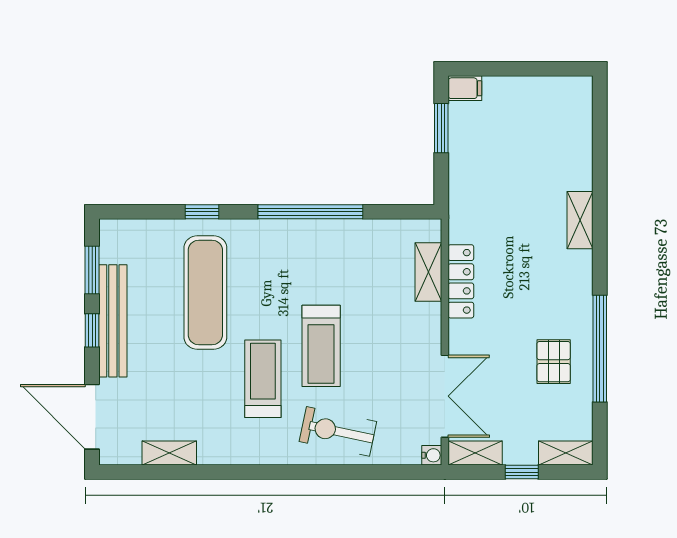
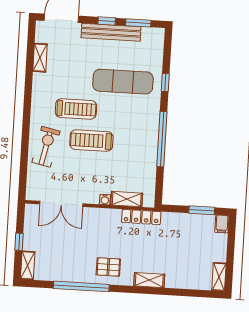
locker: (461, 281) -> (141, 217), moved
pallet: (554, 362) -> (108, 267), moved
shelving: (475, 453) -> (219, 277), moved
water cooler: (432, 455) -> (105, 200), moved

